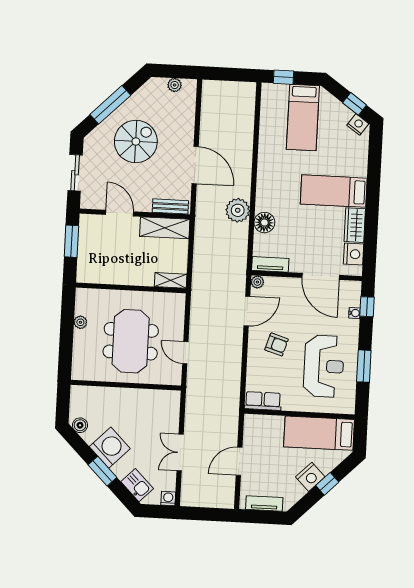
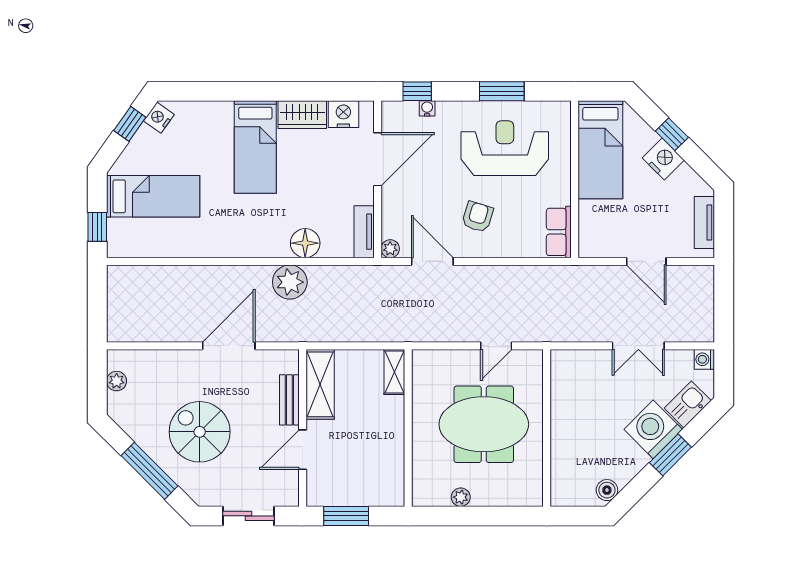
bench: (170, 206) -> (289, 400), moved
washing machine: (110, 448) -> (653, 429), moved

